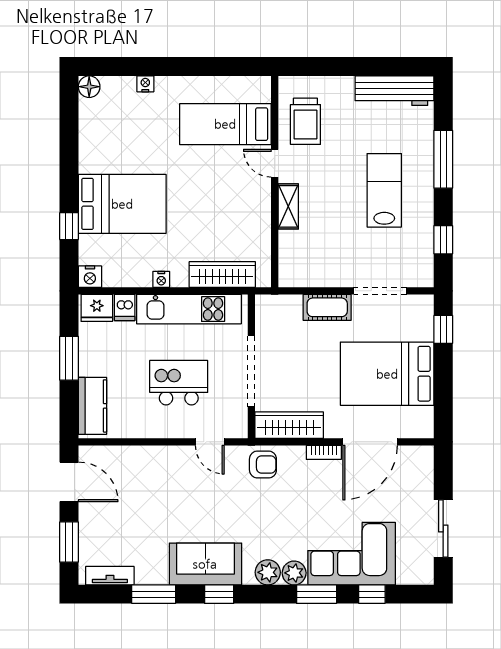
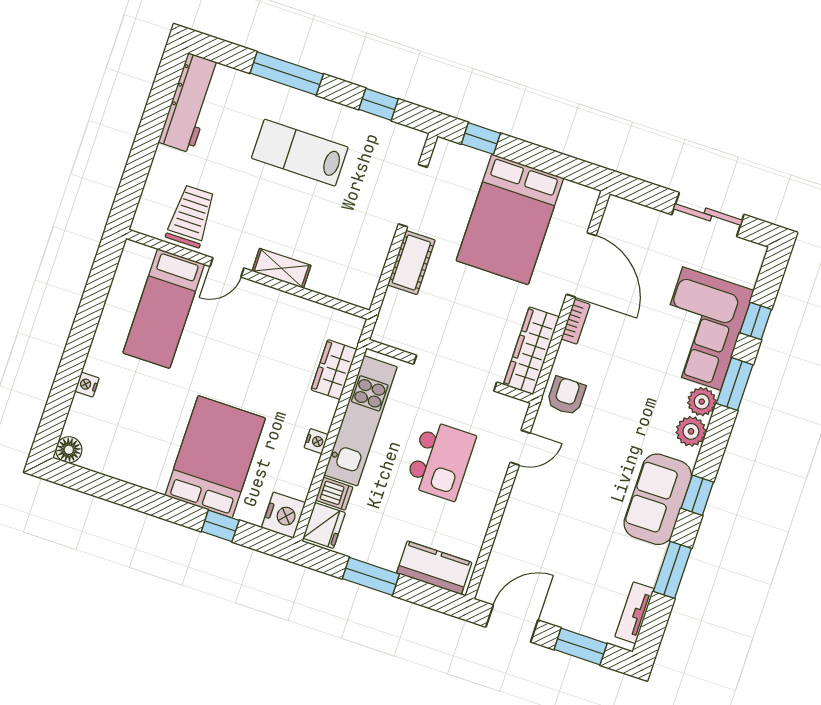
trolley: (305, 121) -> (191, 216), turned -90
wardrobe: (222, 275) -> (334, 370), width x0.67
nightstand: (90, 277) -> (283, 515), width x1.36, depth x1.33
kitchen island: (179, 383) -> (441, 461), turned 180

